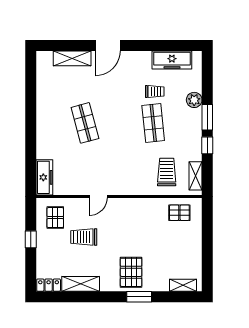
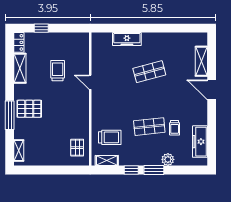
freezer: (44, 177) -> (127, 39), moved
pallet: (55, 218) -> (73, 48), removed
window: (31, 239) -> (41, 28), moved
window: (139, 297) -> (10, 115), width x1.44

